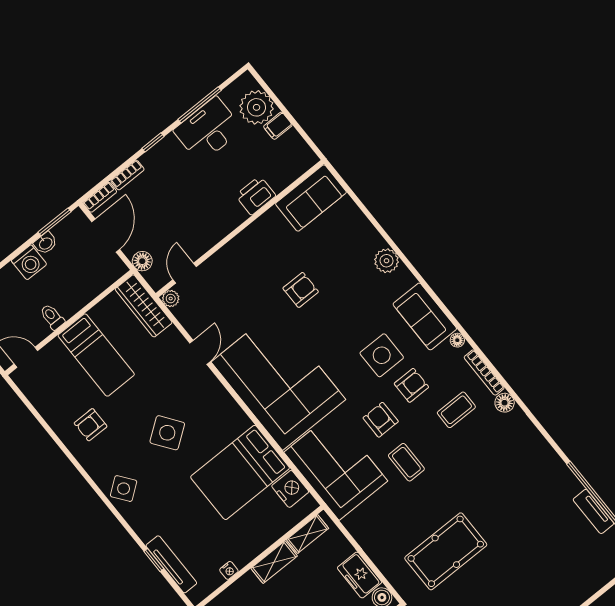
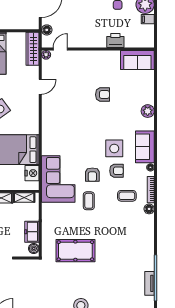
corner sofa: (278, 381) -> (63, 125), removed
armchair: (381, 420) -> (92, 175), turned 180

